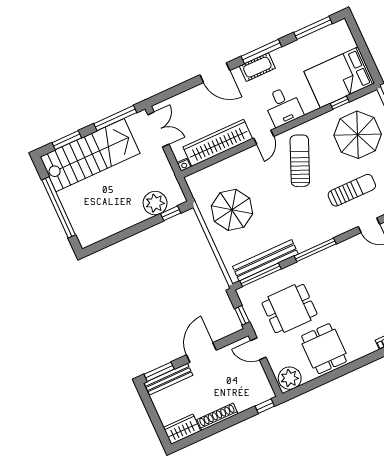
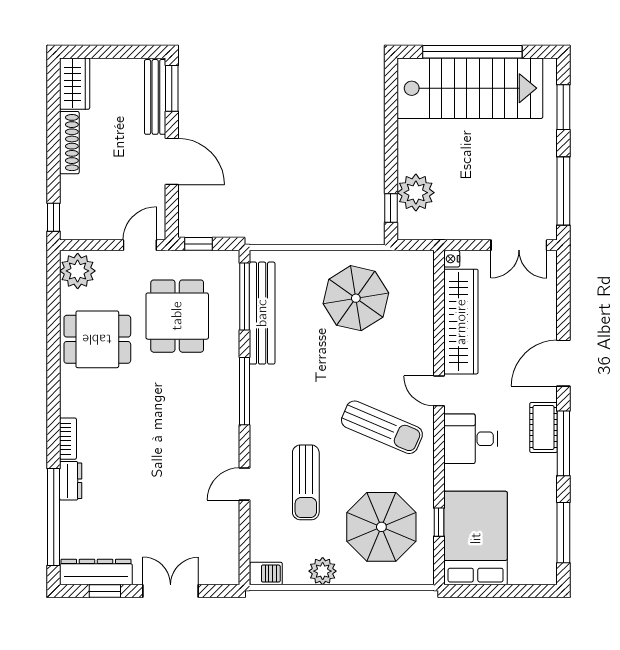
stairs: (90, 155) -> (470, 88), moved, turned -90

